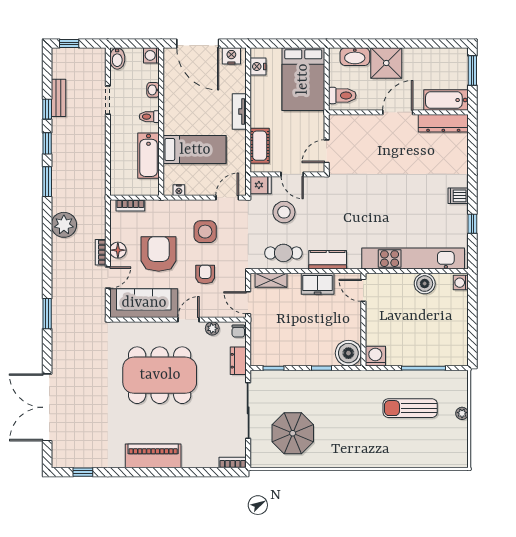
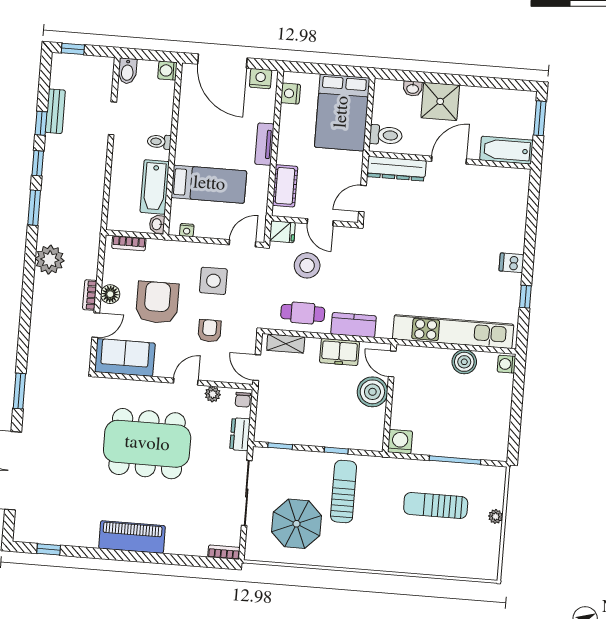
washbasin: (355, 57) -> (413, 89), width x0.52, depth x0.69
washbasin: (153, 90) -> (157, 224), moved
dresser: (443, 123) -> (396, 169), moved
sofa: (144, 303) -> (125, 357), width x0.73
window: (47, 314) -> (19, 391), moved
boiler: (348, 353) -> (372, 392), moved
sun lounger: (331, 402) -> (344, 492), added

